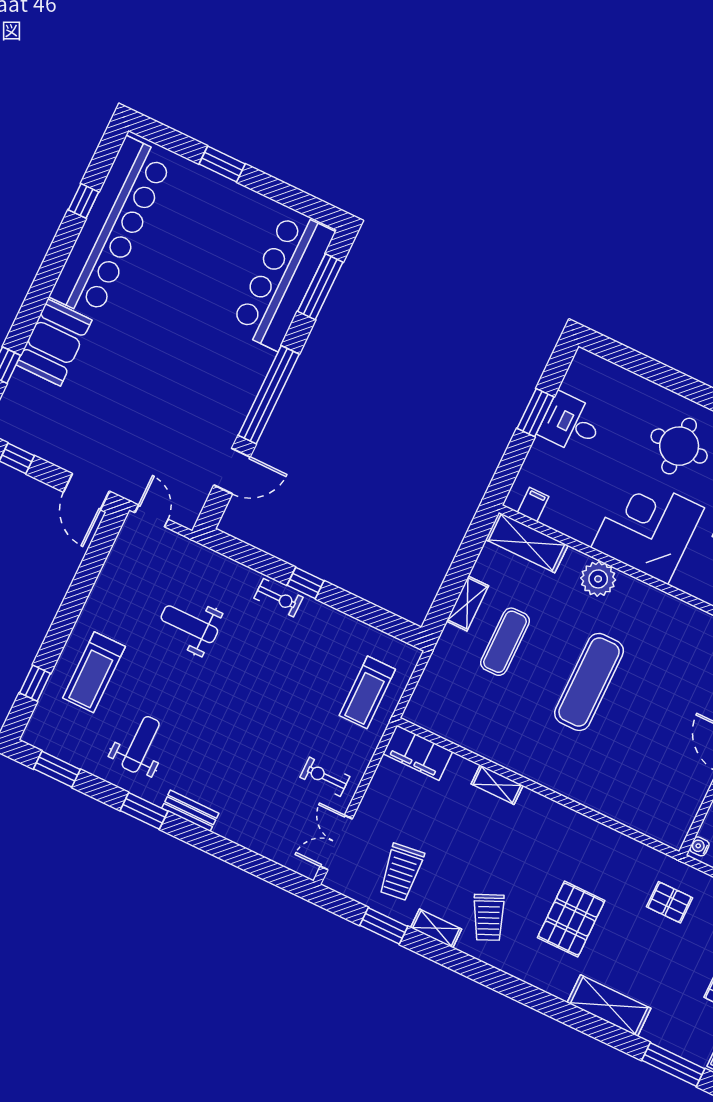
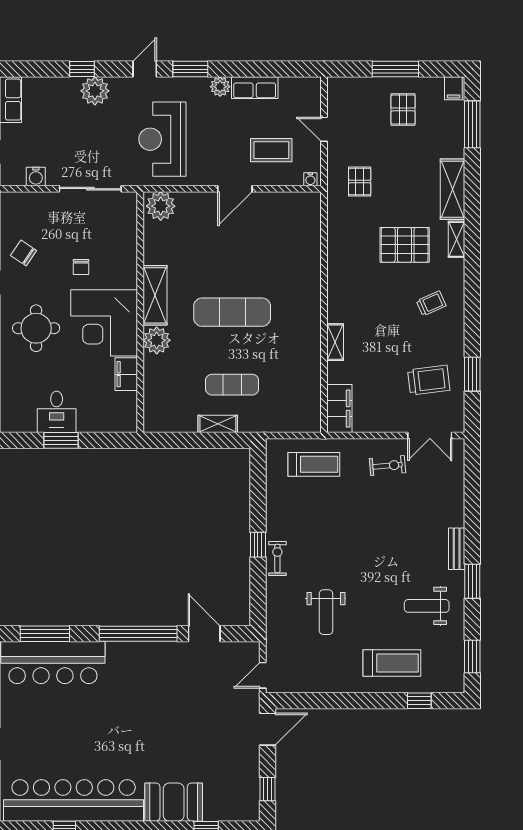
filing cabinet: (533, 505) -> (126, 374), moved, width x2.00
shelving: (527, 542) -> (155, 295), moved
exercise bike: (325, 777) -> (388, 466), turned -95
trolley: (489, 917) -> (431, 303), width x0.73, depth x0.72
shelving: (436, 928) -> (457, 239), moved

